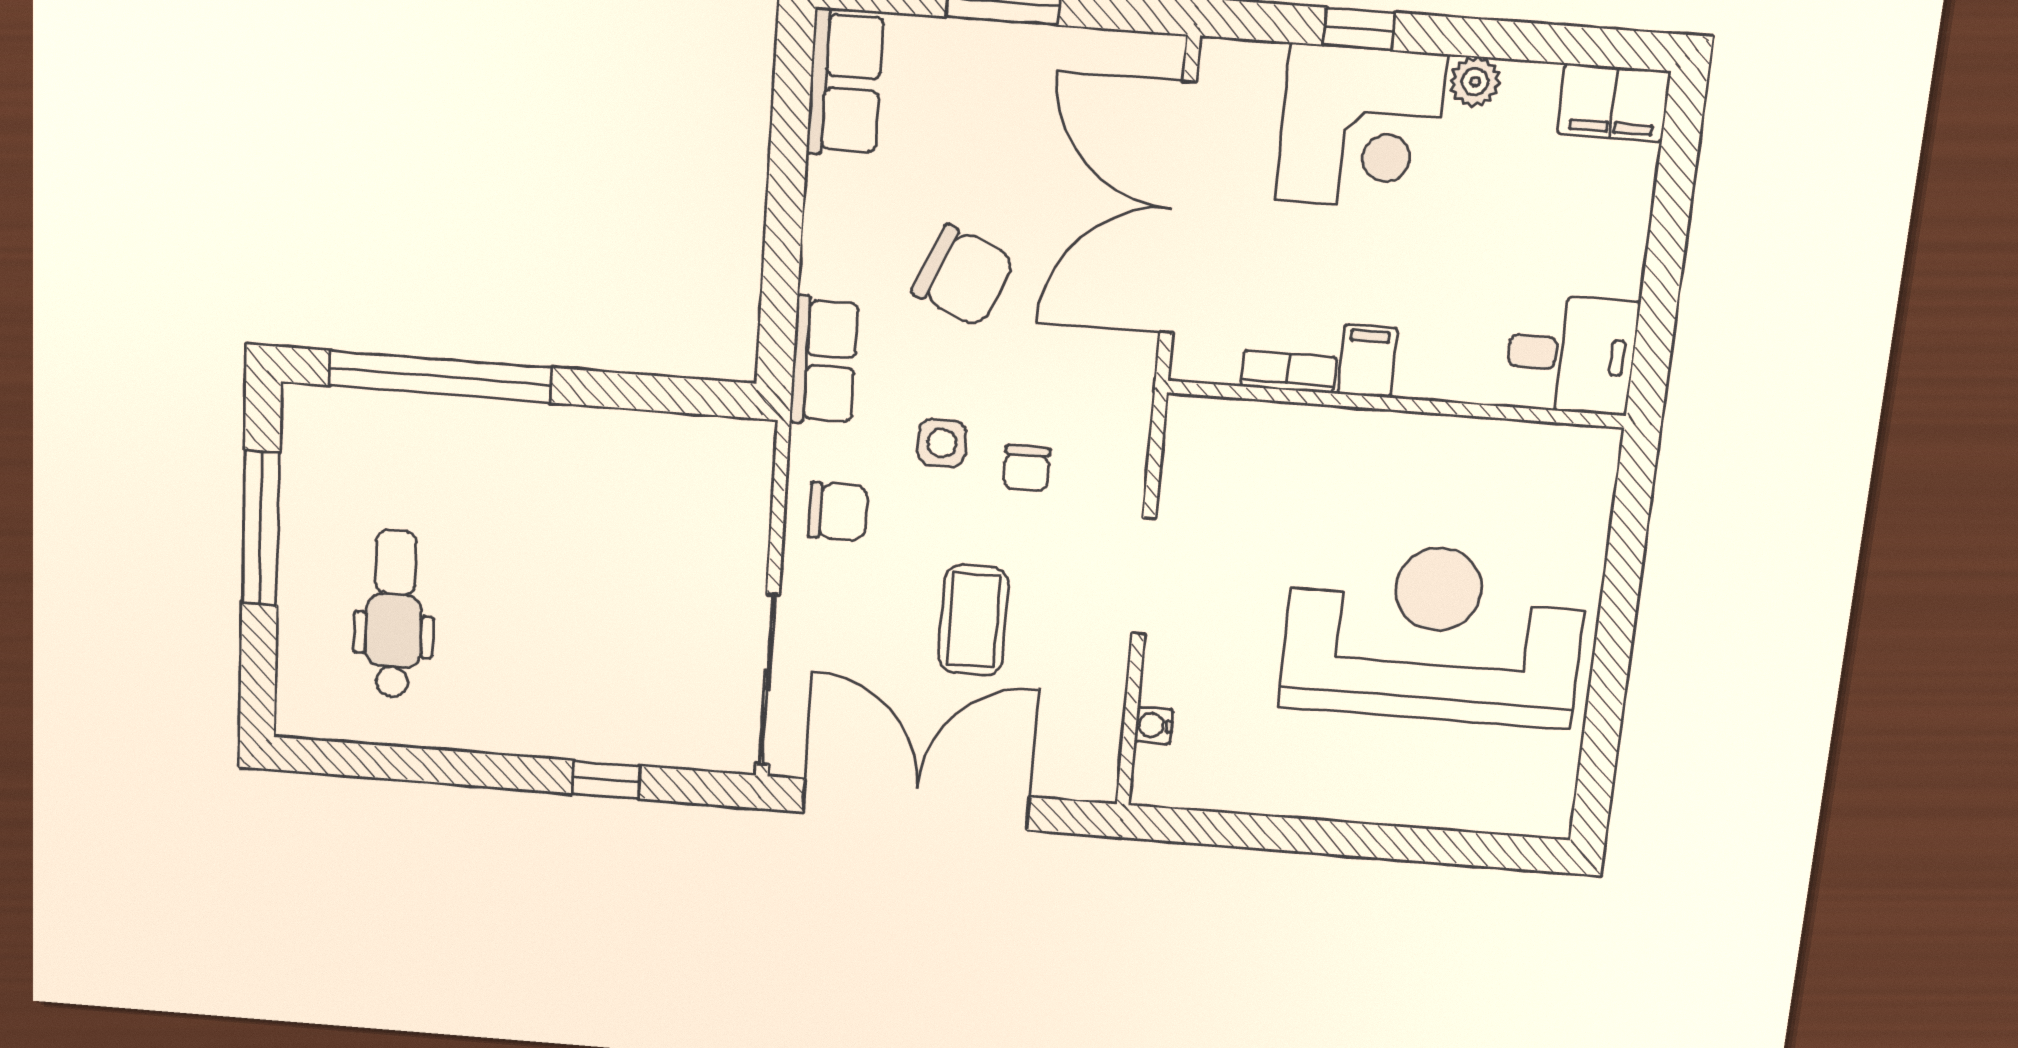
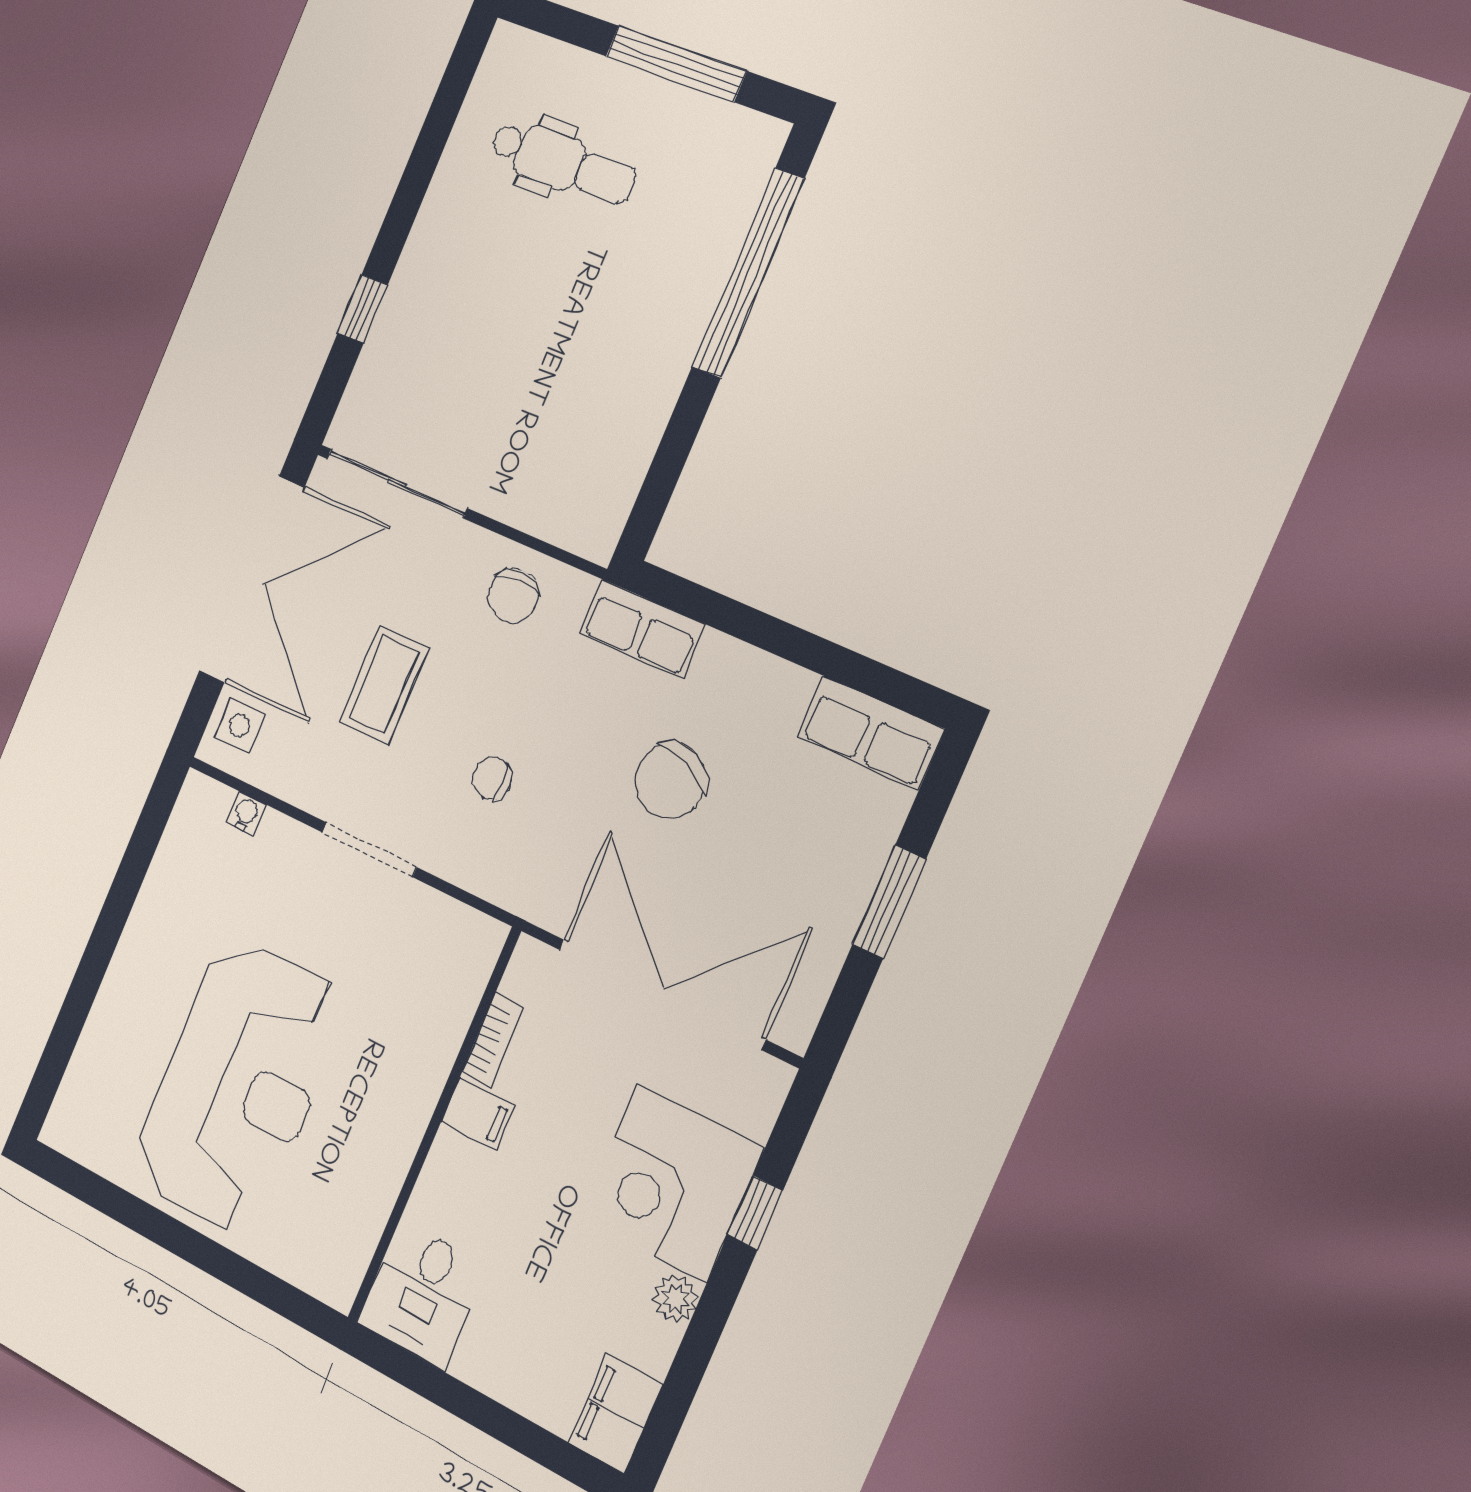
side table: (942, 443) -> (239, 725), moved
coffee table: (973, 620) -> (384, 685), turned 90

